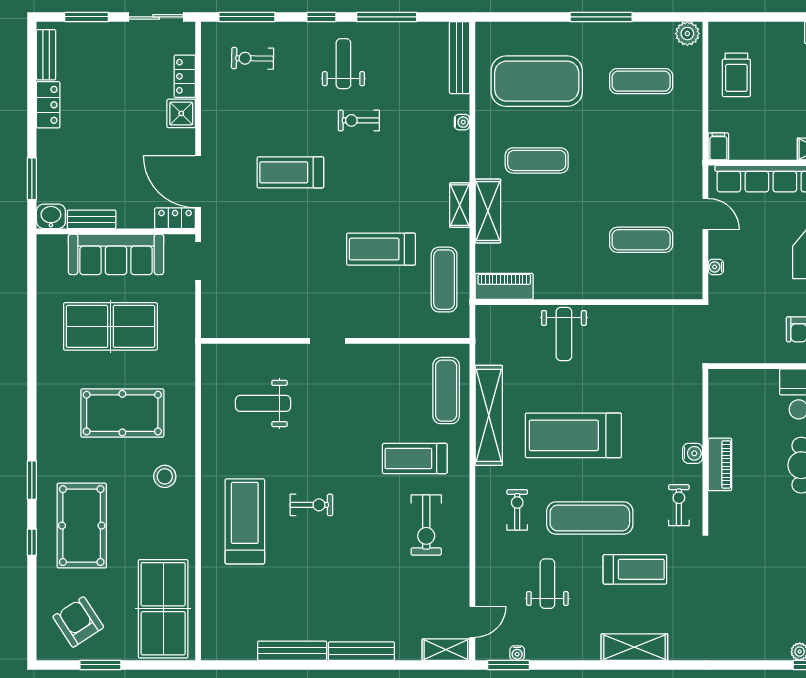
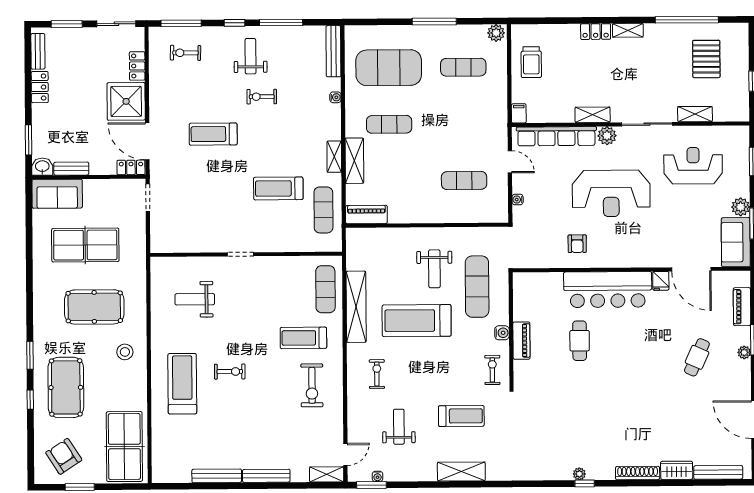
shower: (181, 113) -> (126, 101), width x1.86, depth x1.86
sofa: (116, 254) -> (57, 194), moved, width x0.73
weight bench: (564, 334) -> (434, 269), moved
exercise mat: (590, 518) -> (477, 287), moved, turned 90

